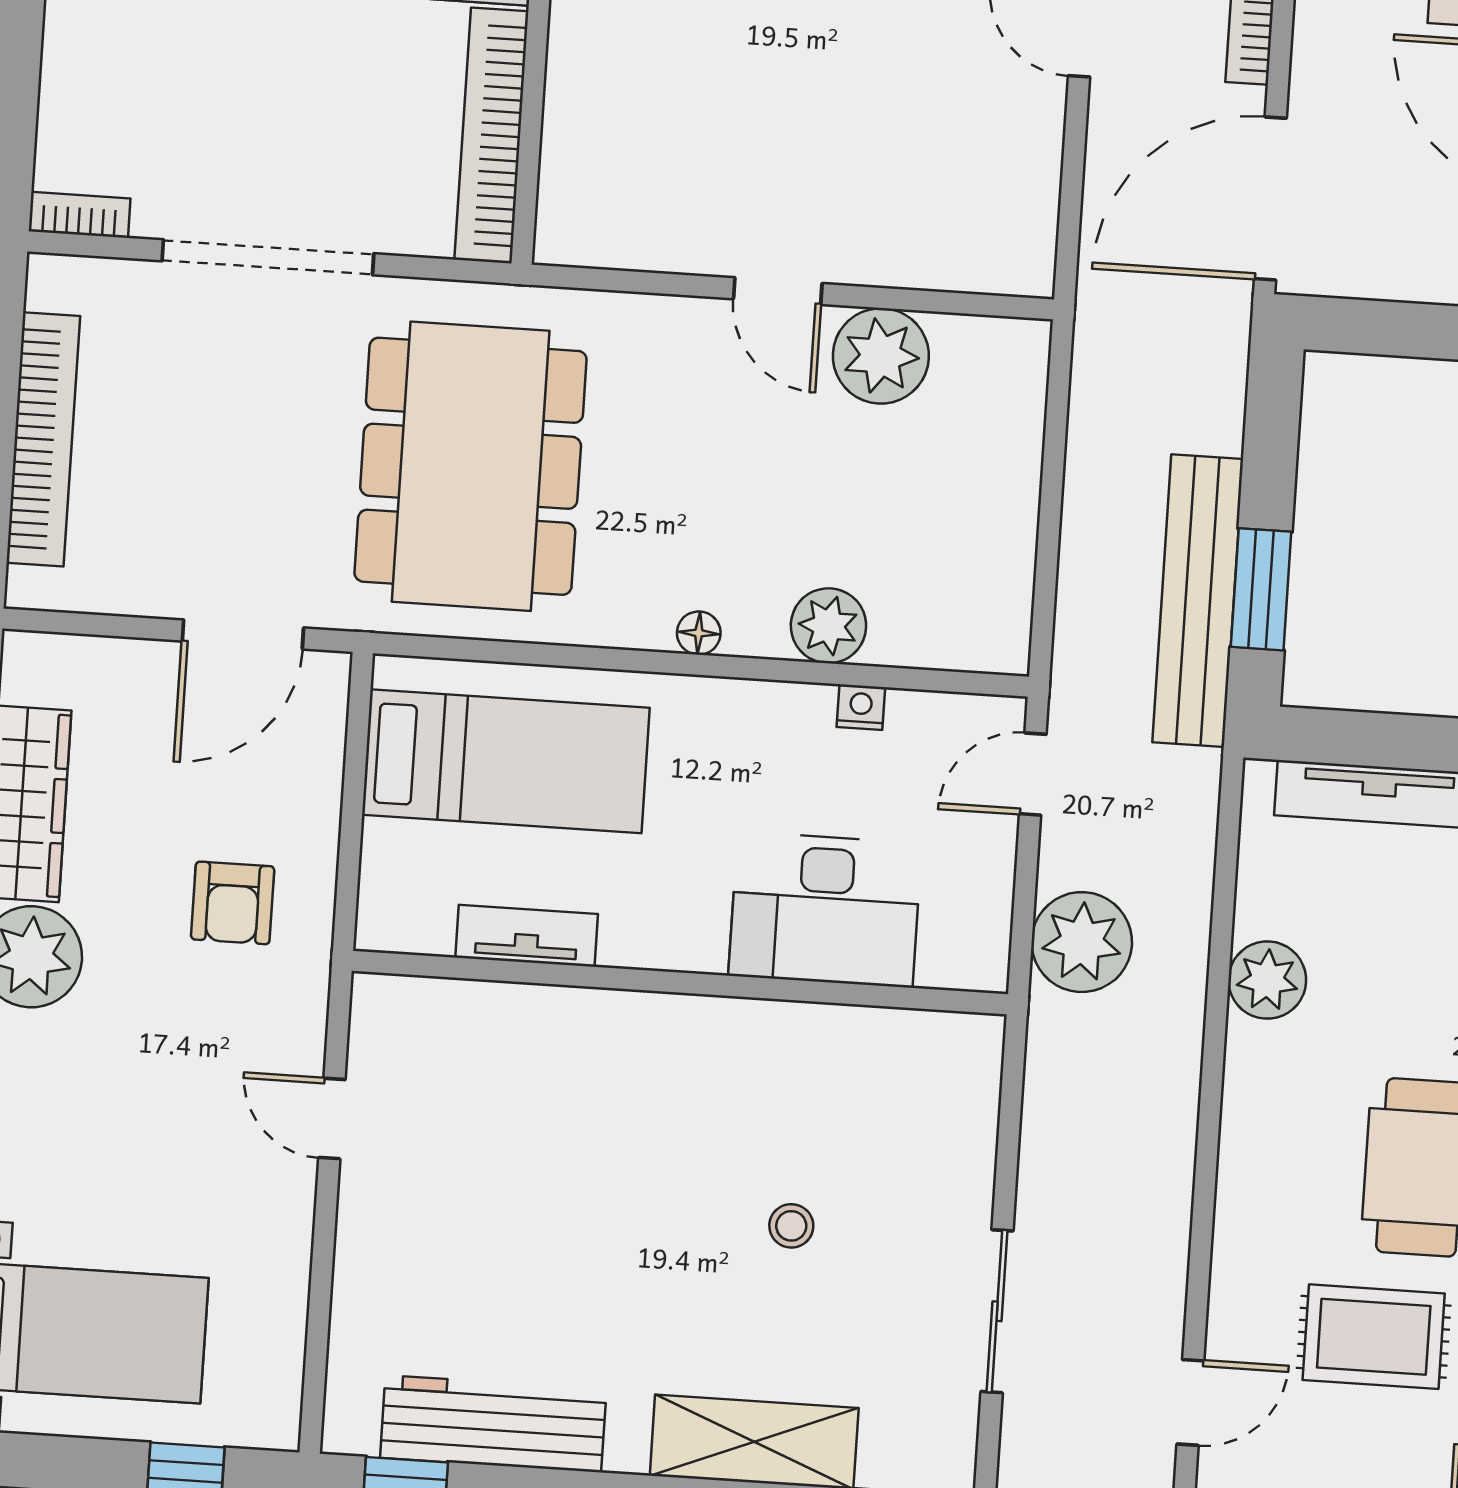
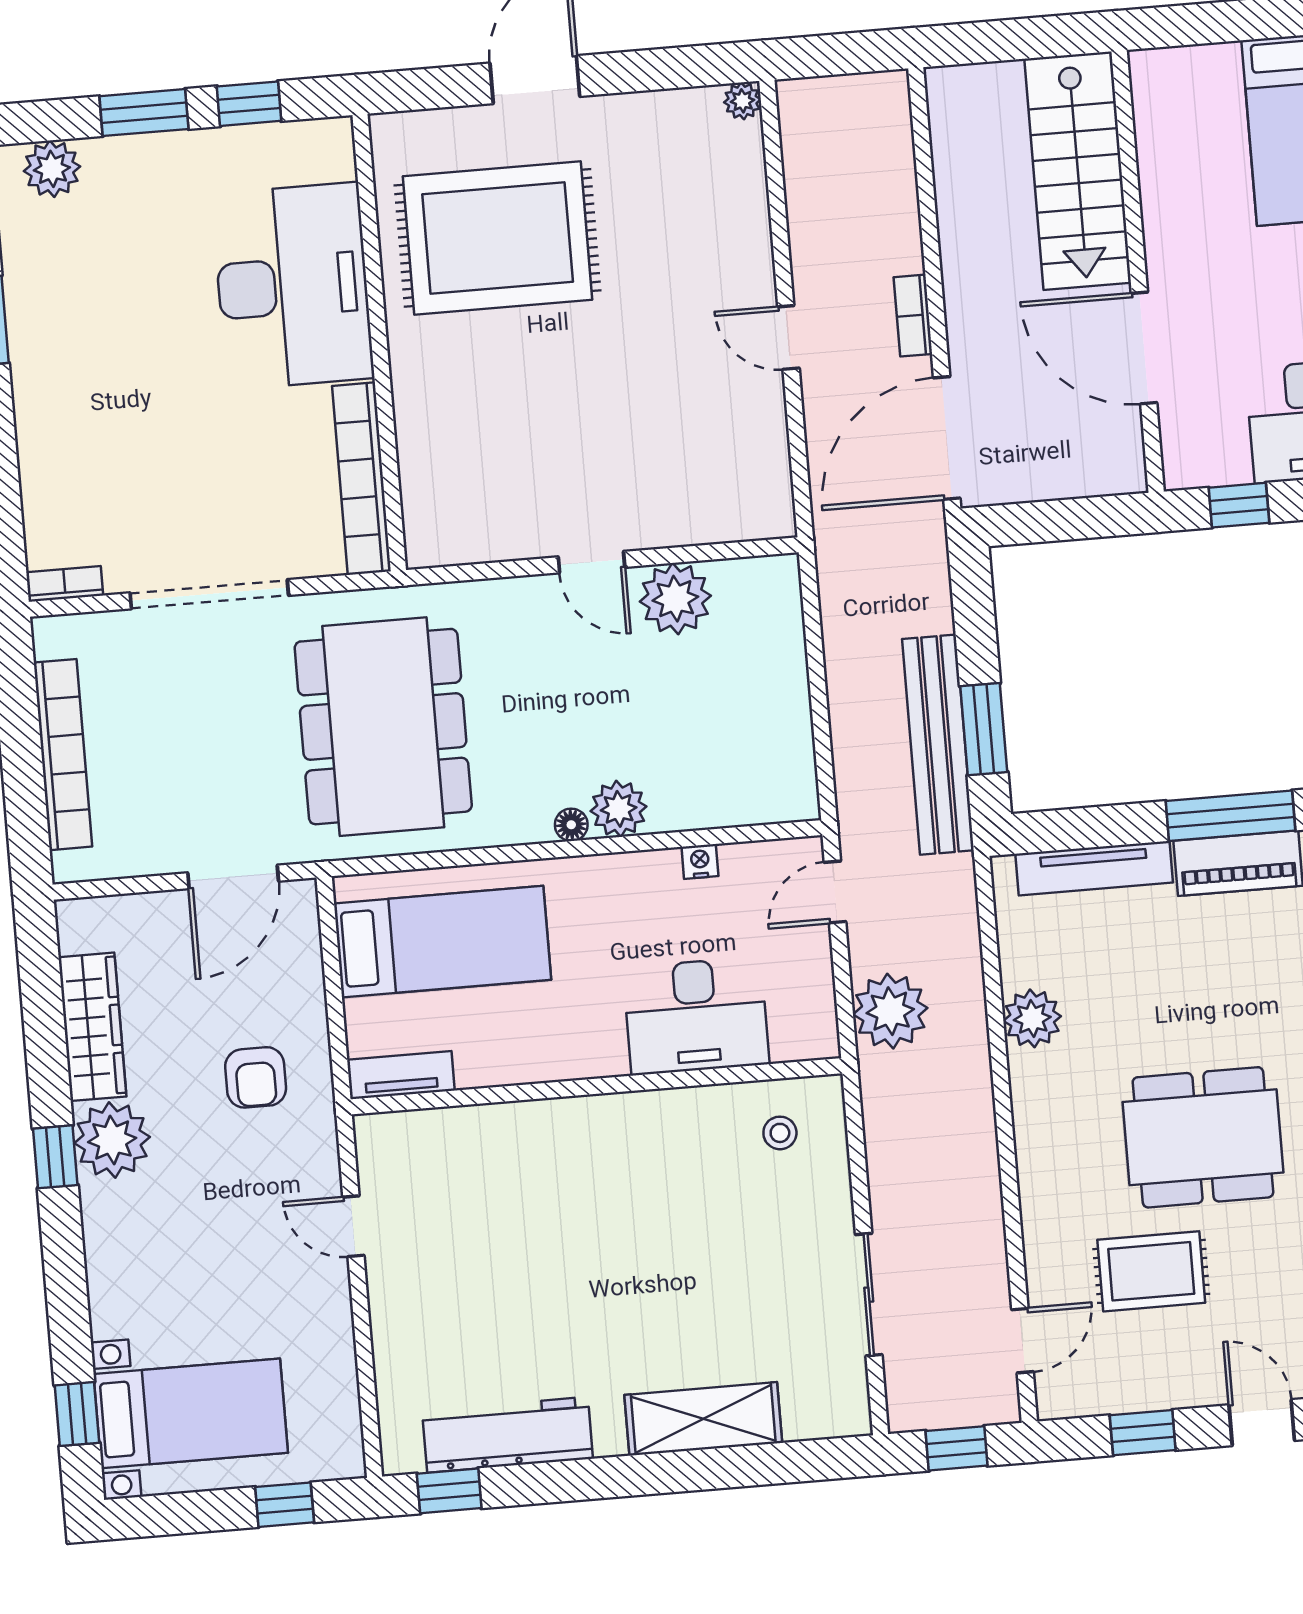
plant: (828, 626) -> (619, 809), moved
tv unit: (527, 936) -> (401, 1075), moved
stool: (791, 1226) -> (780, 1133), moved

